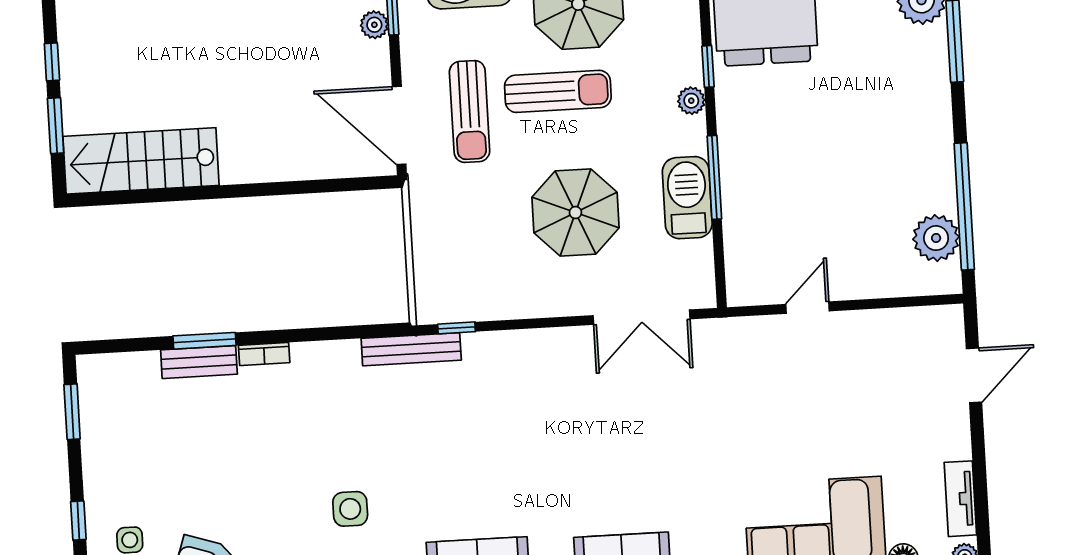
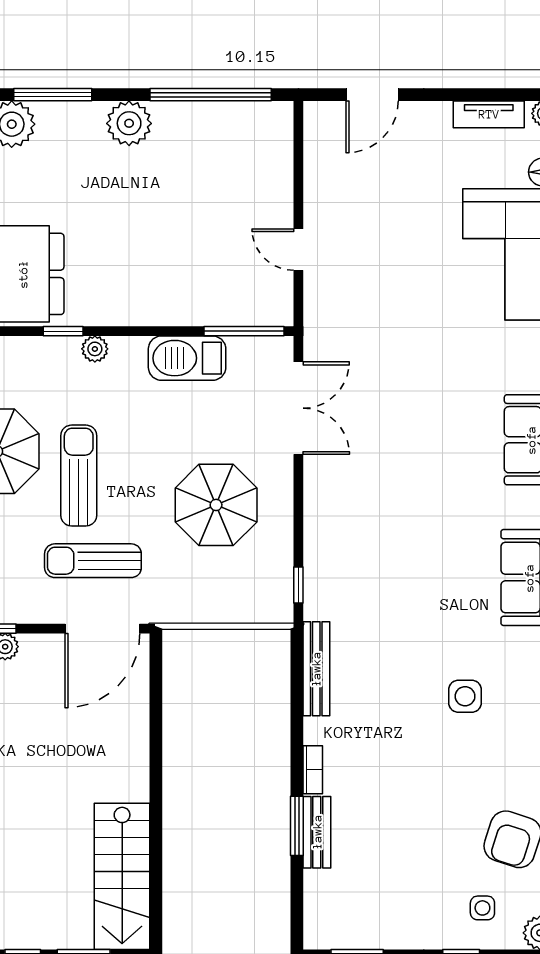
sun lounger: (470, 111) -> (93, 561), turned 180
window: (714, 177) -> (244, 331), moved
parasol: (575, 213) -> (216, 505), moved
plant: (936, 238) -> (129, 123), moved
bench: (411, 349) -> (316, 669), moved
door: (974, 375) -> (372, 95), swing flipped

